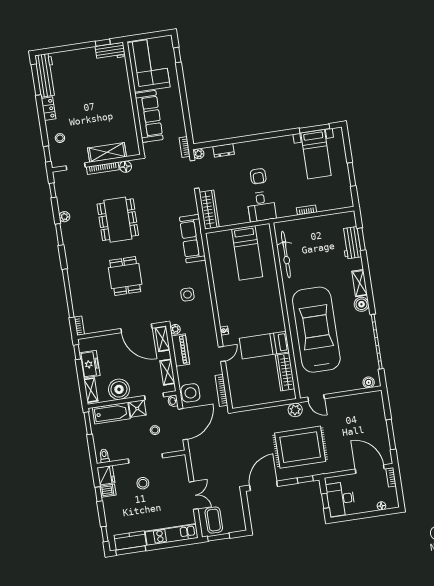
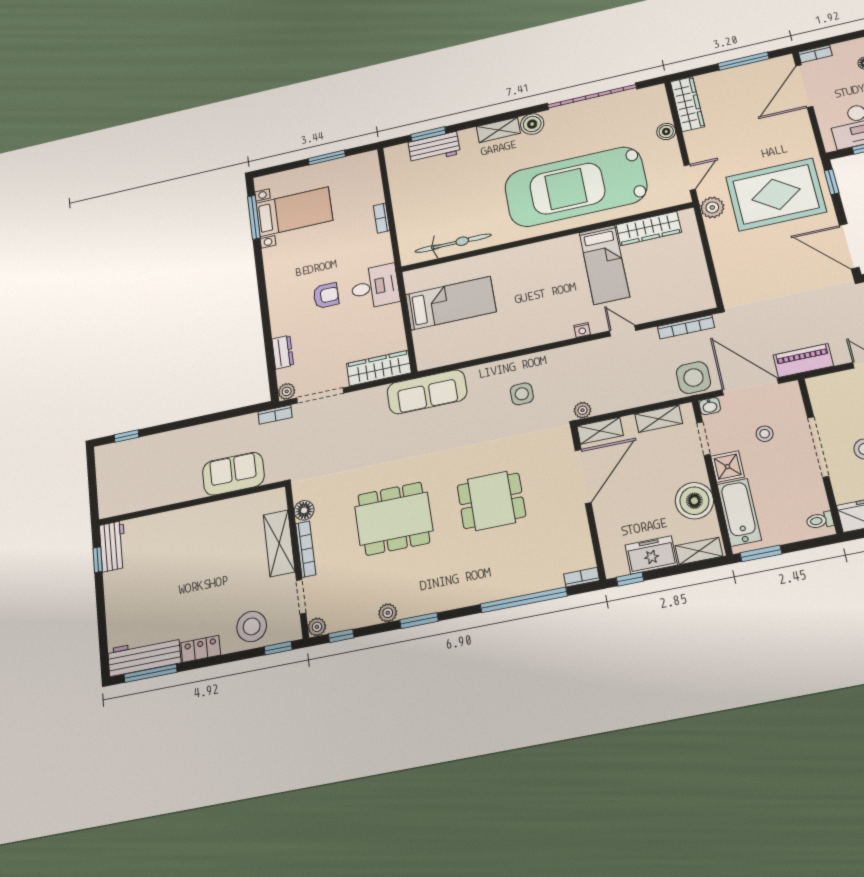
corner sofa: (149, 65) -> (139, 481), removed
sofa: (149, 116) -> (233, 474), width x0.73
stool: (60, 138) -> (252, 626), width x1.89, depth x1.89
plant: (58, 176) -> (317, 627), added
piano: (181, 350) -> (803, 360), moved
boiler: (369, 382) -> (666, 132), moved
wardrobe: (365, 399) -> (687, 104), added
rug: (300, 447) -> (776, 194), turned 90

